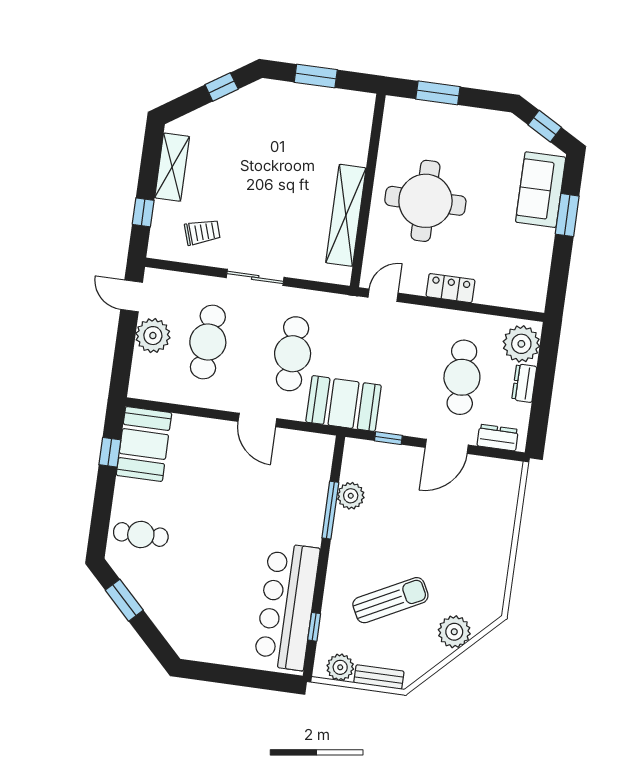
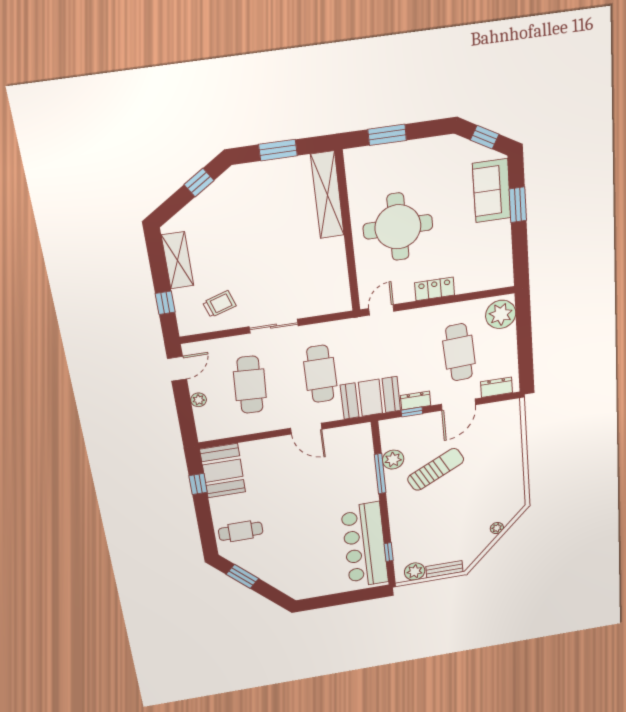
shelving: (346, 215) -> (327, 195), moved
door: (132, 296) -> (177, 369), swing flipped
plant: (153, 336) -> (199, 400), width x0.53, depth x0.53
dresser: (524, 383) -> (416, 400), moved, turned 90
sun lounger: (390, 600) -> (436, 469), moved
plant: (454, 632) -> (497, 528), width x0.53, depth x0.53

